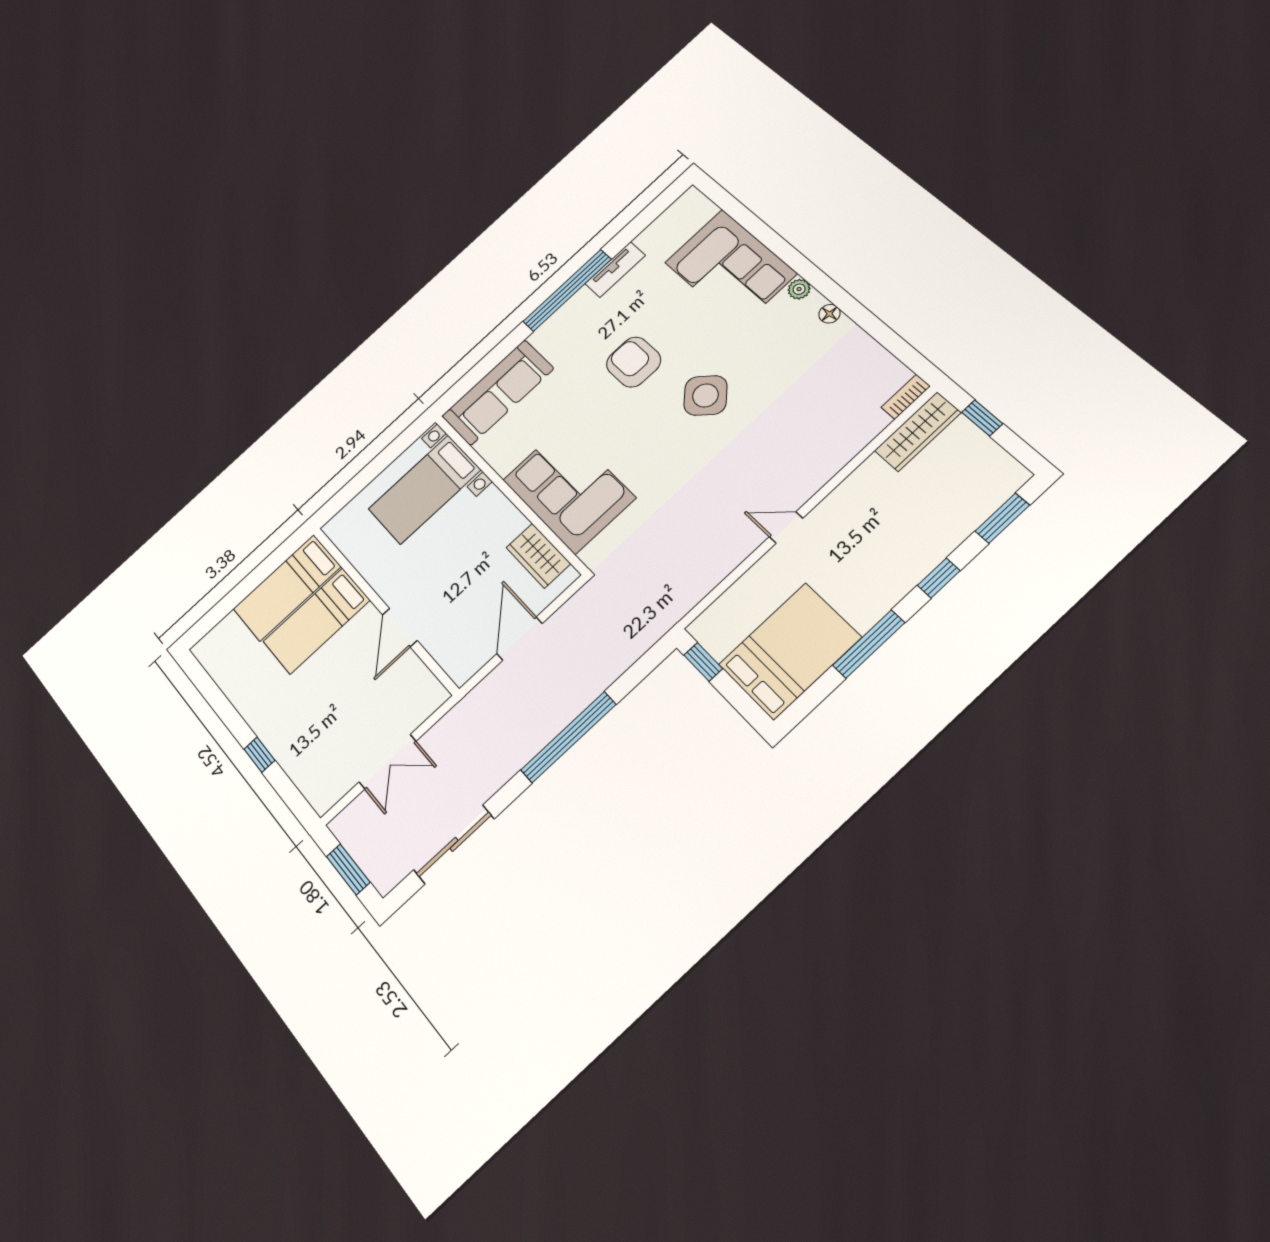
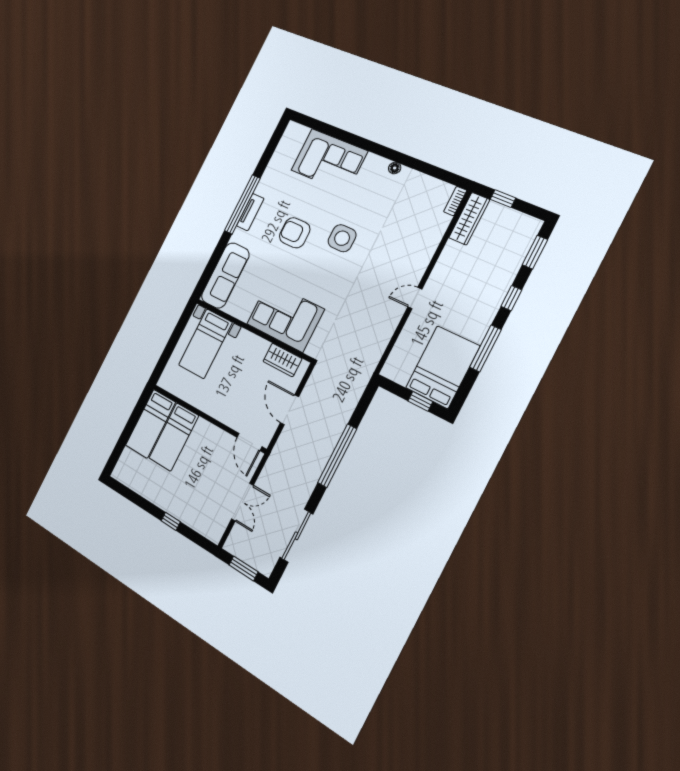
tv unit: (615, 270) -> (250, 212), moved
plant: (799, 289) -> (372, 160), removed
side table: (705, 395) -> (342, 238), turned 45
door: (400, 628) -> (249, 442), moved
window: (703, 662) -> (420, 401), moved

